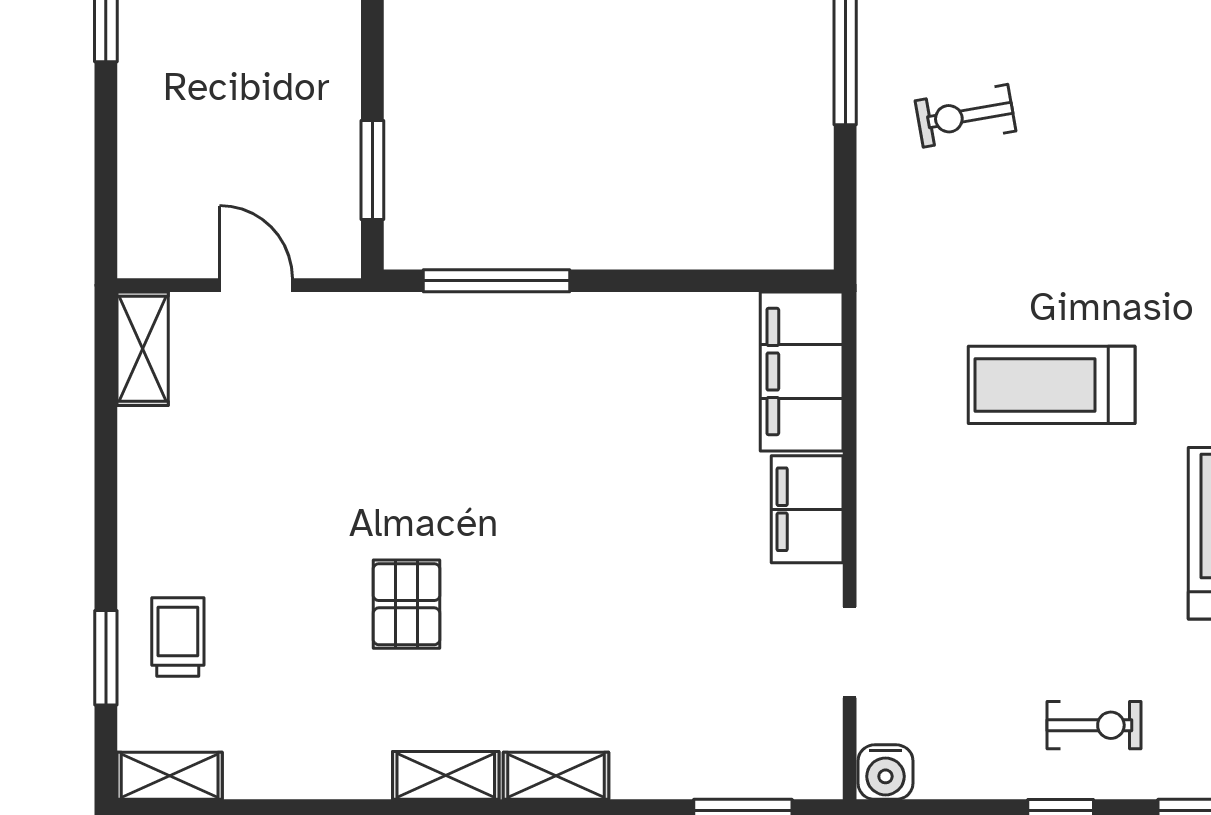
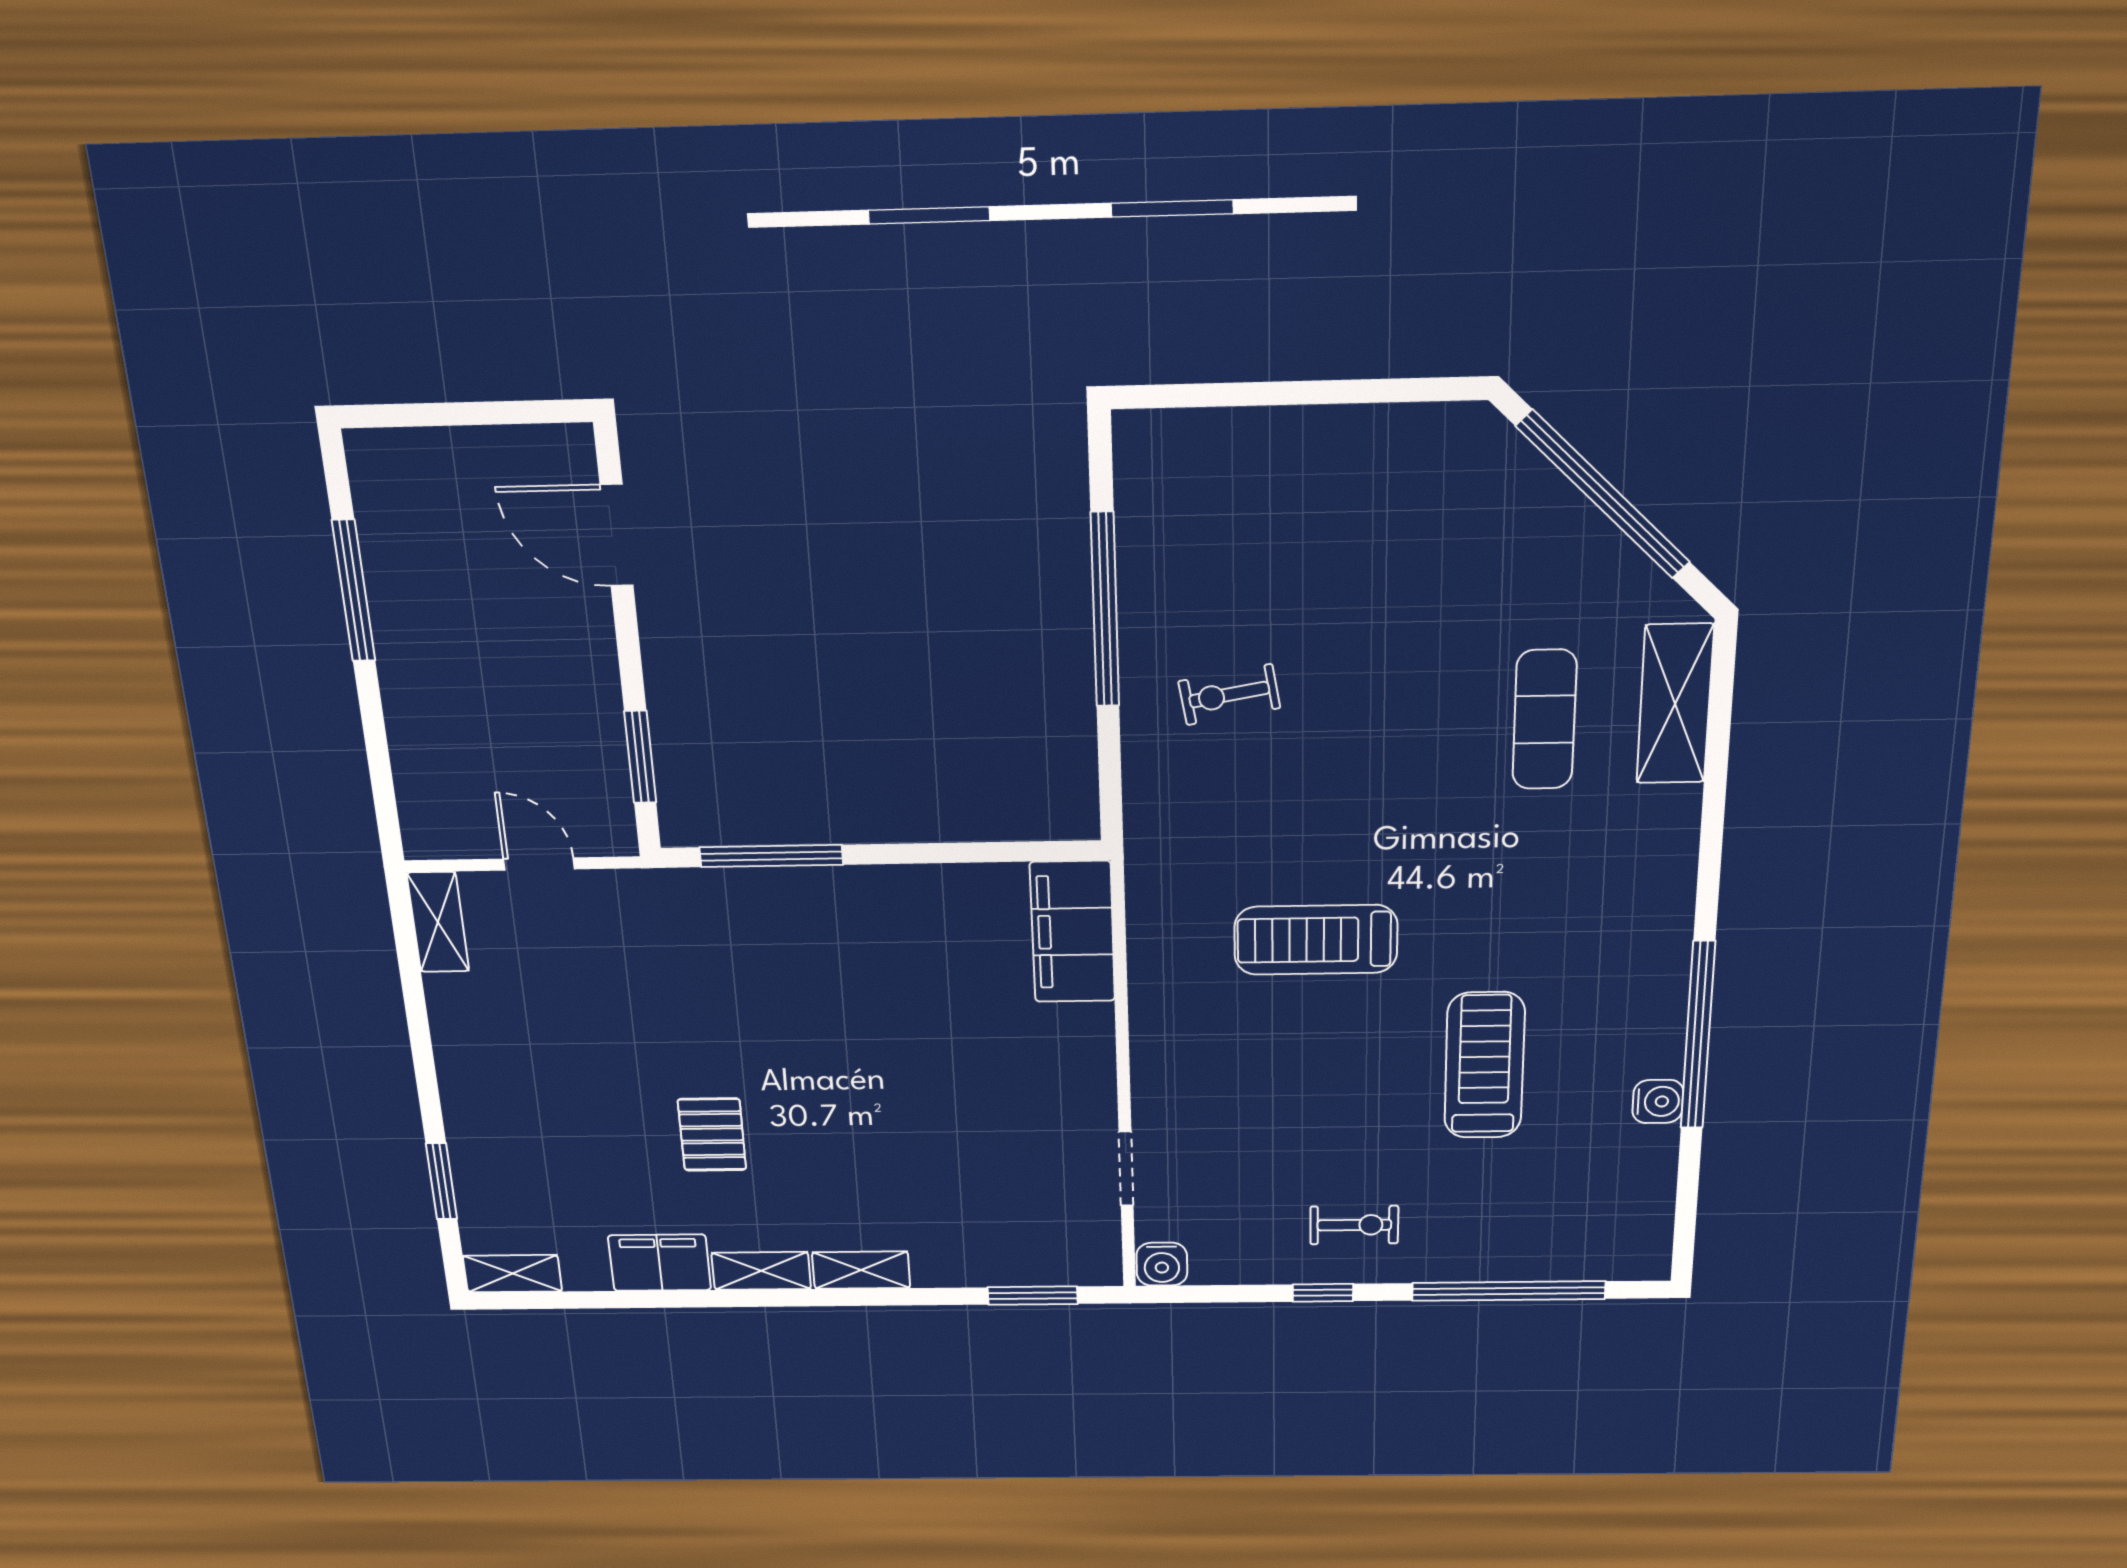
filing cabinet: (807, 509) -> (660, 1263), moved, turned 90
trolley: (178, 637) -> (505, 1164), removed

